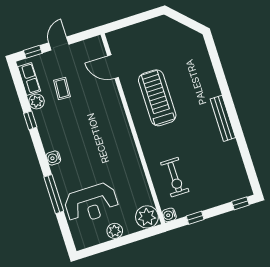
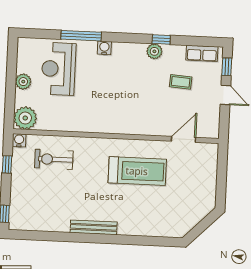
plant: (37, 102) -> (154, 51), moved
water cooler: (53, 158) -> (104, 48), moved

